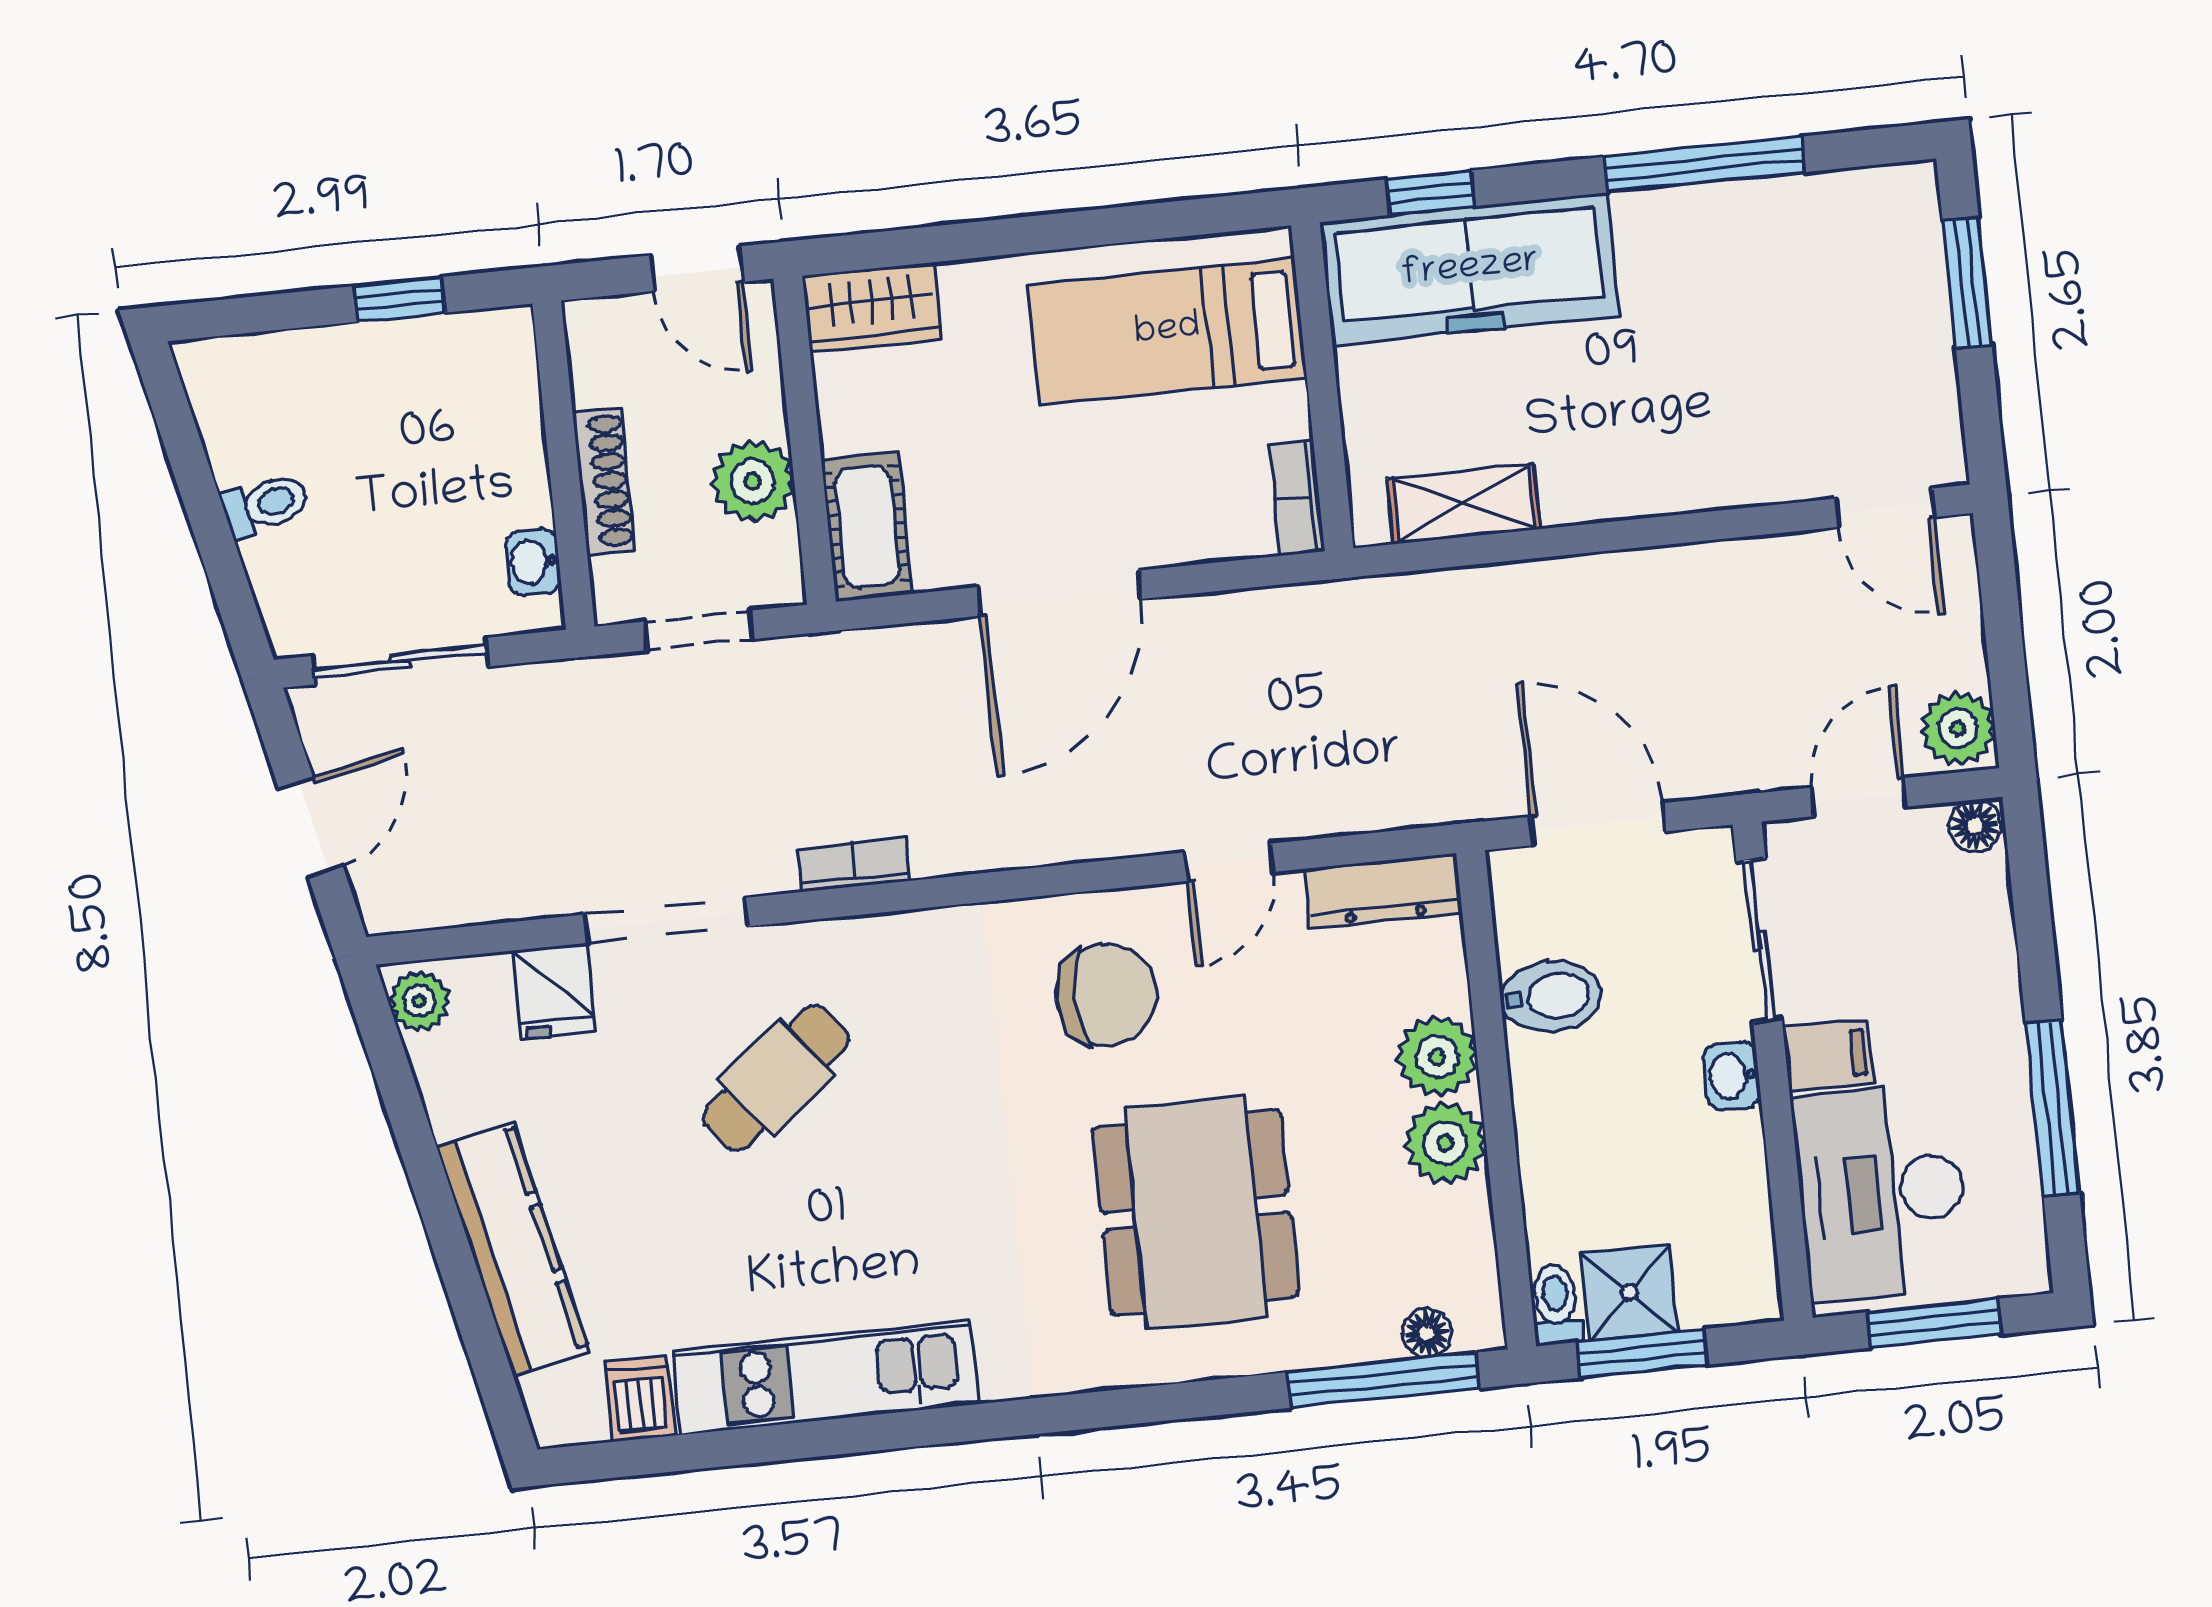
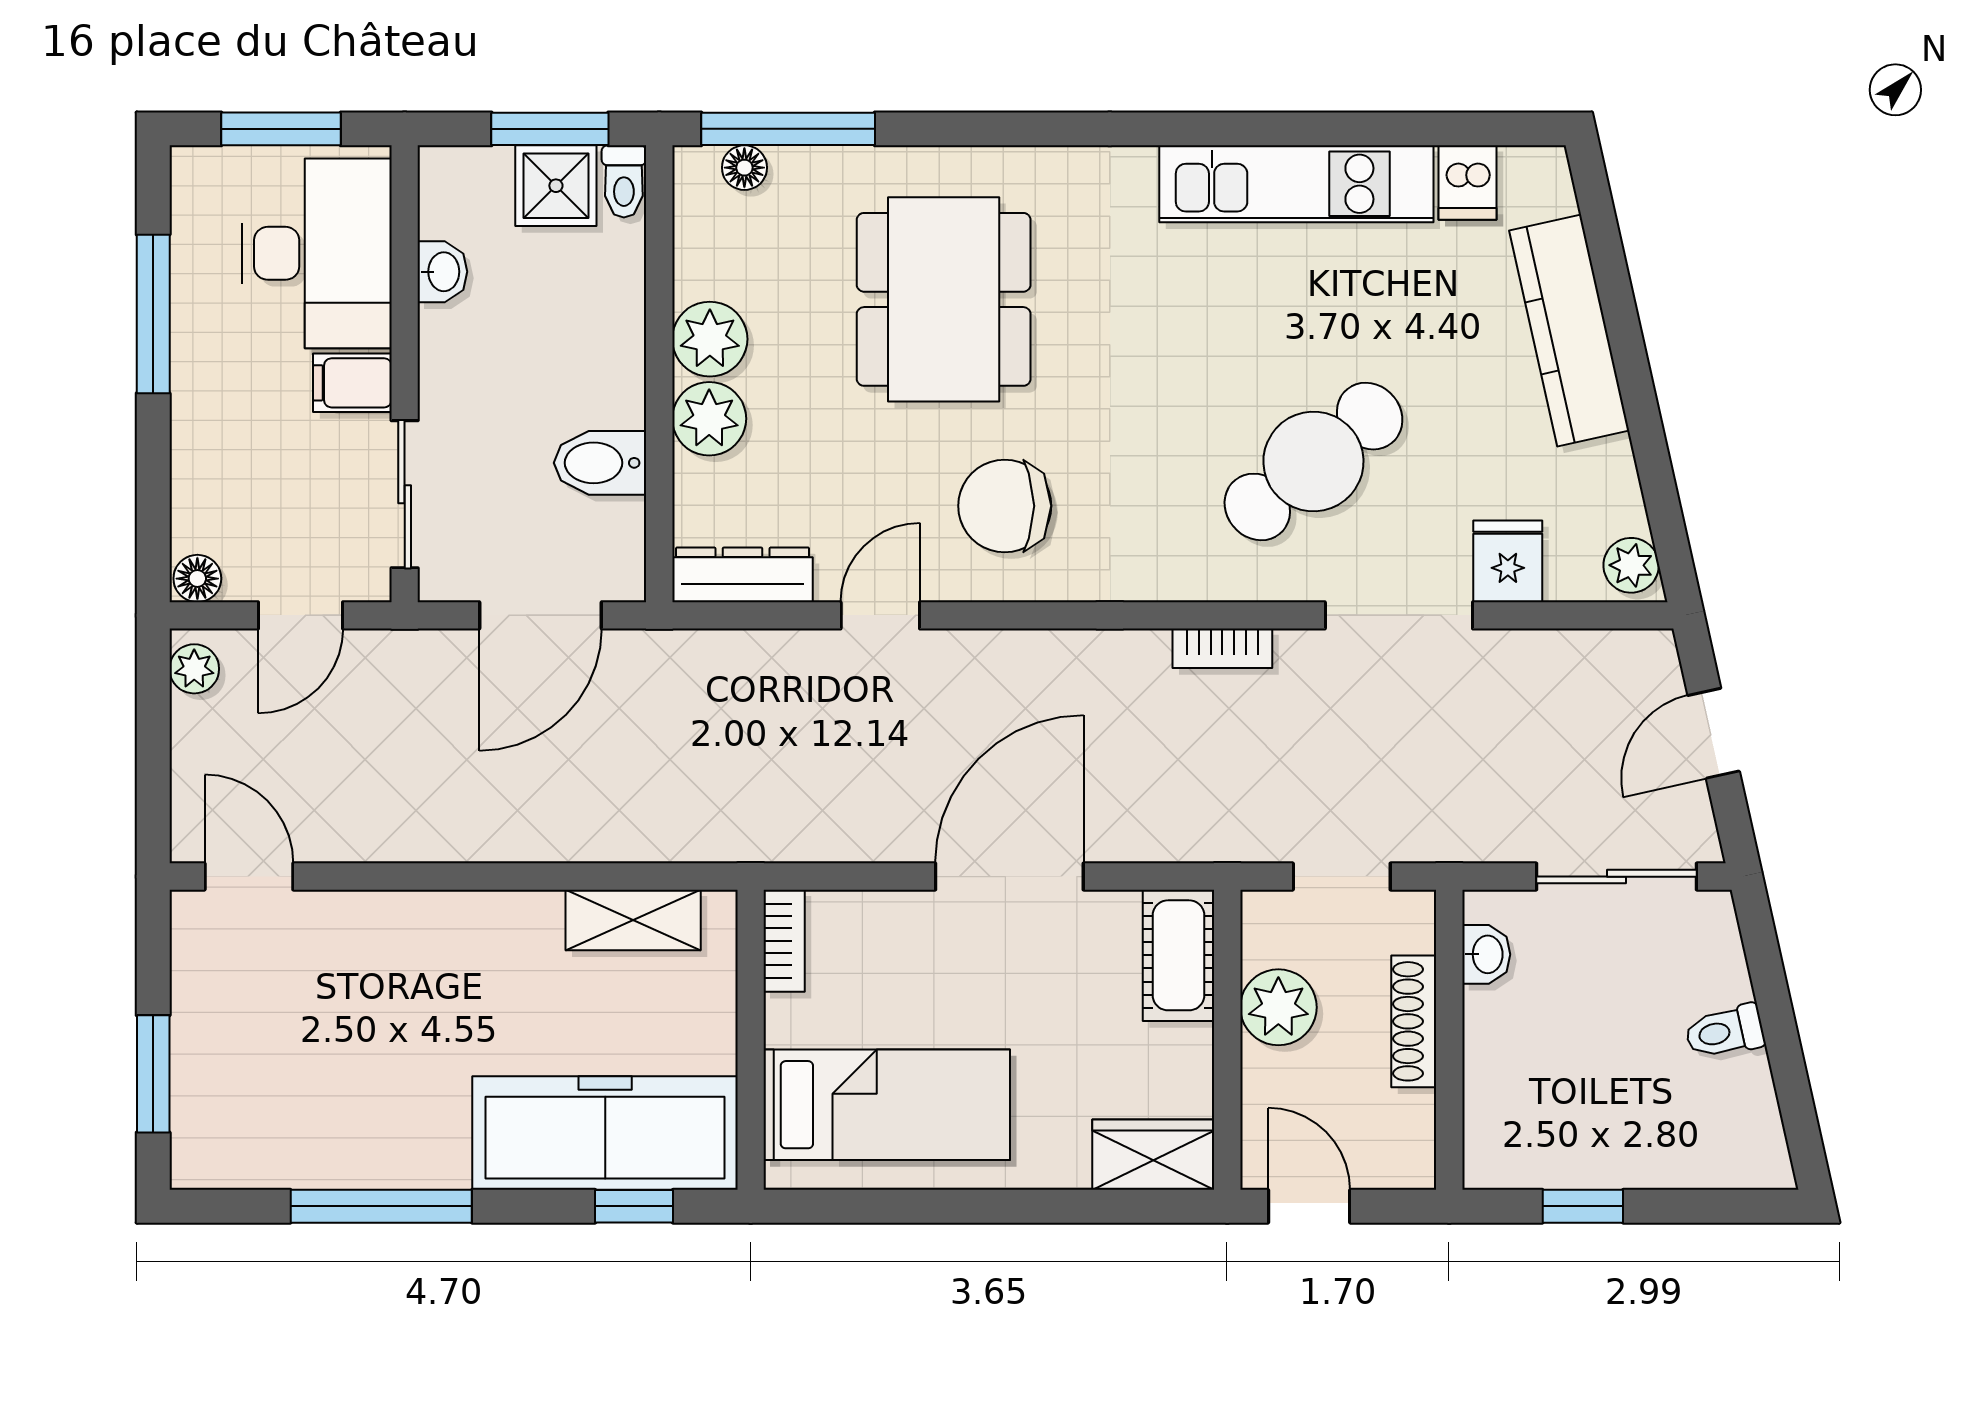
plant: (1958, 728) -> (194, 669), width x0.73, depth x0.73
door: (1598, 824) -> (540, 615), hinge flipped
washbasin: (1732, 1076) -> (442, 272), moved
cafe table: (776, 1078) -> (1313, 462), width x1.37, depth x1.35

